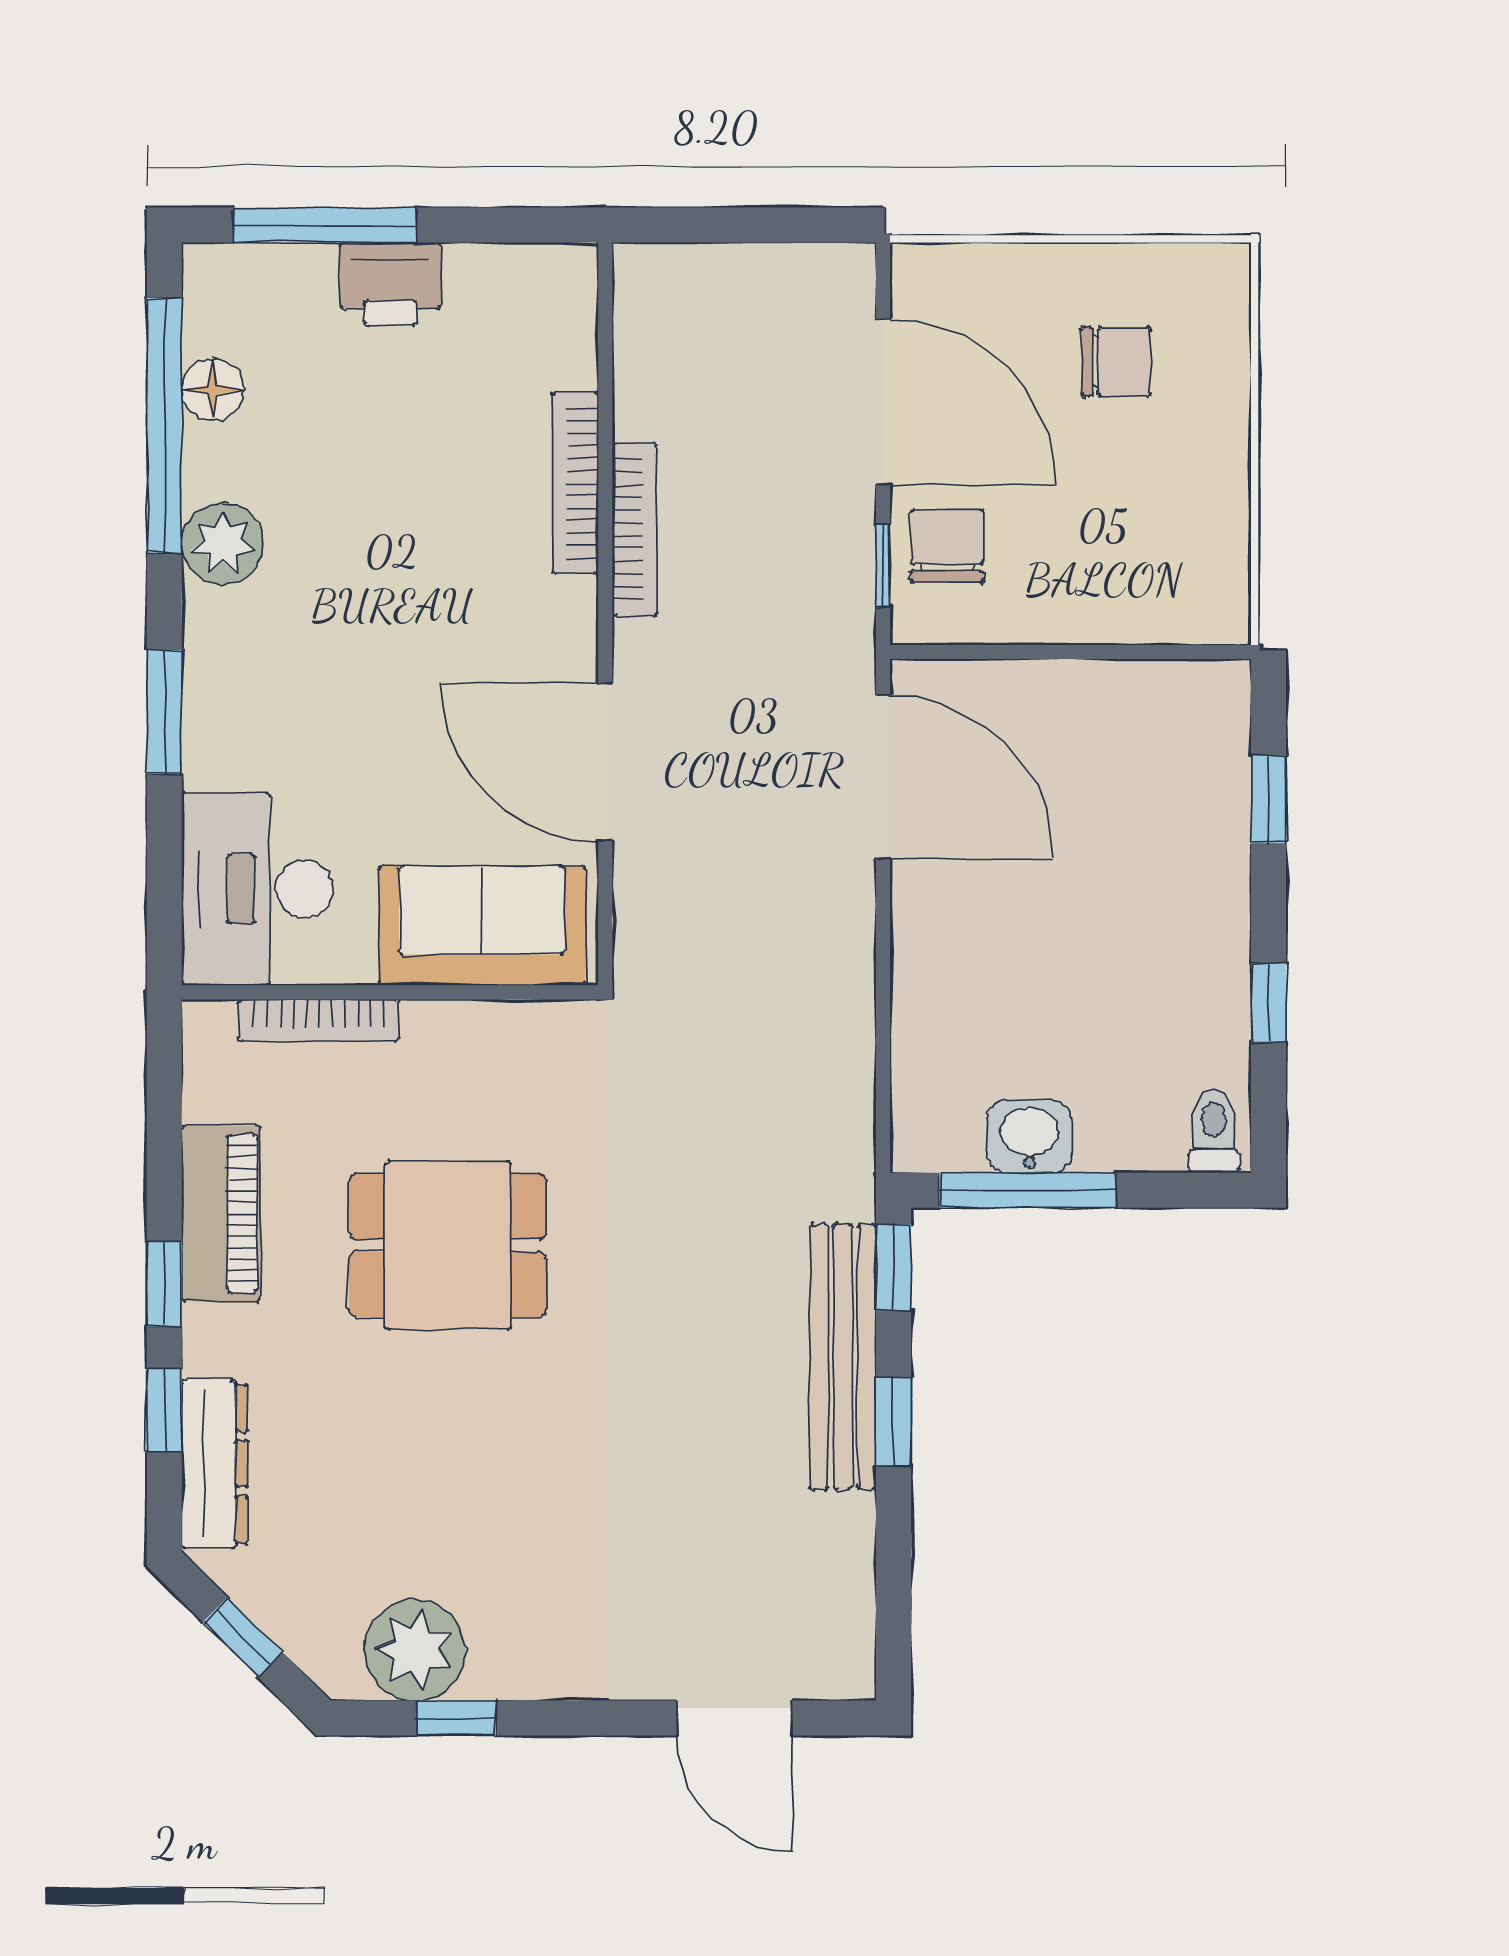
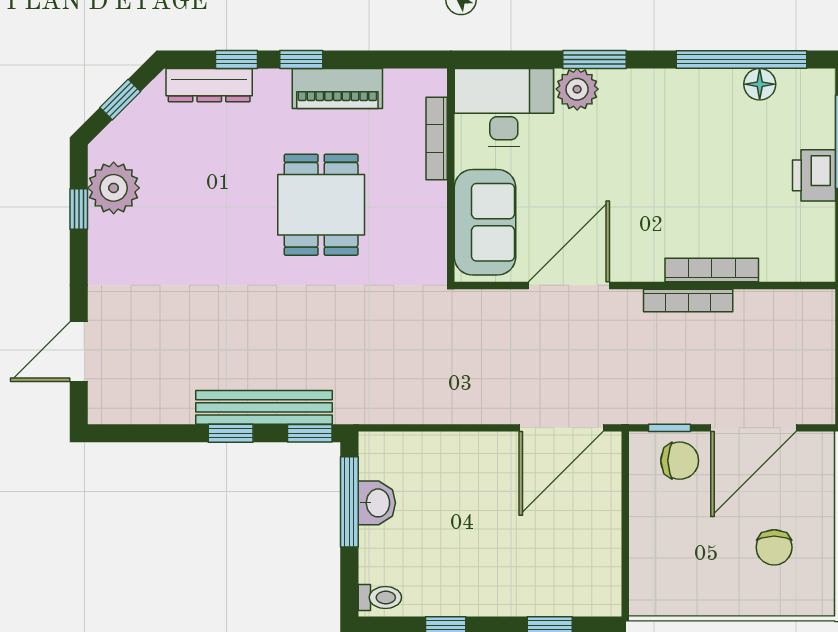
plant: (222, 544) -> (577, 89), moved

